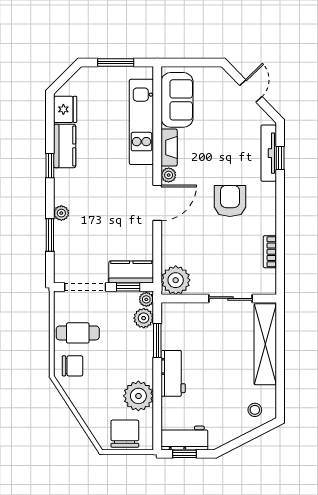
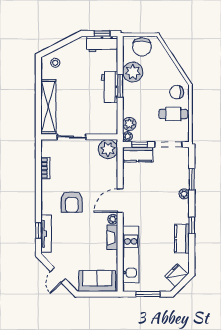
sofa: (177, 100) -> (97, 281), moved, turned 90
fridge: (65, 109) -> (176, 275), moved, turned 45
window: (157, 341) -> (120, 86), moved

